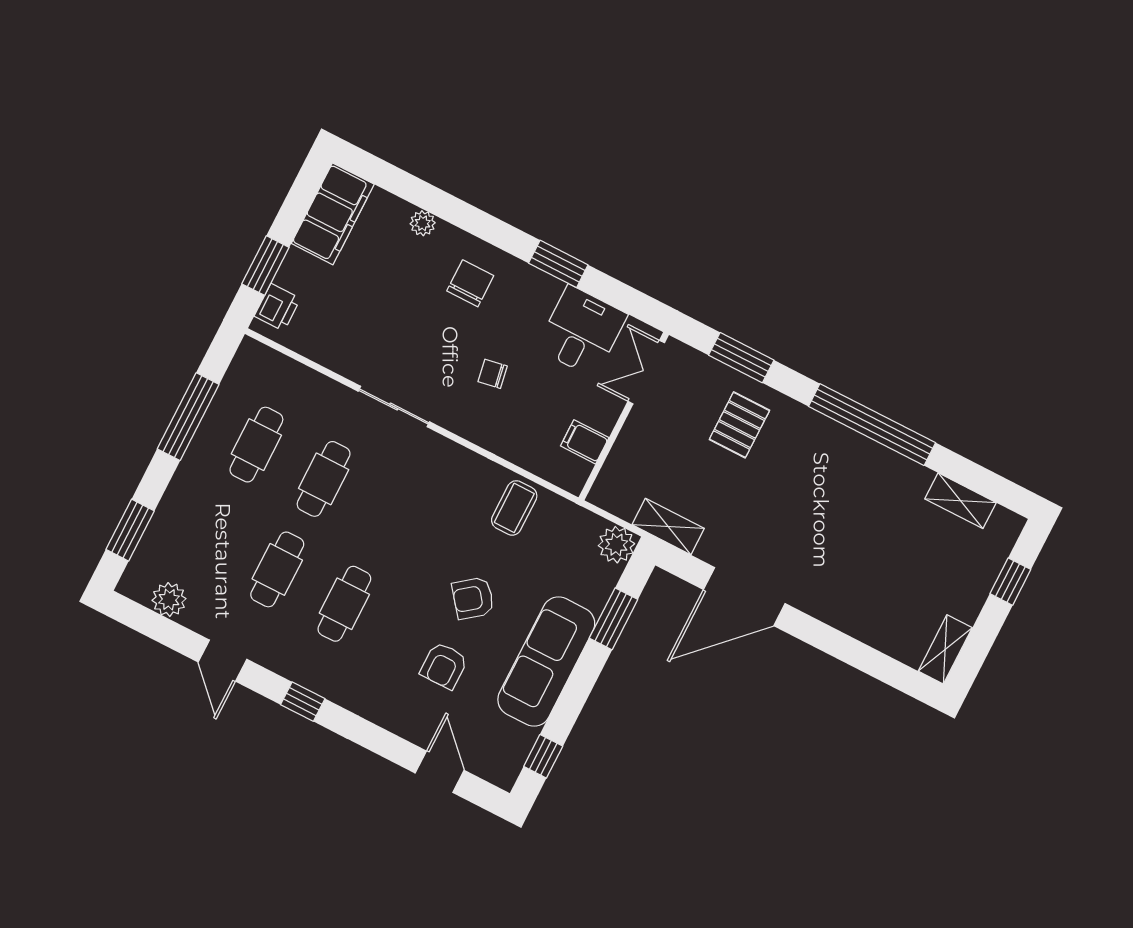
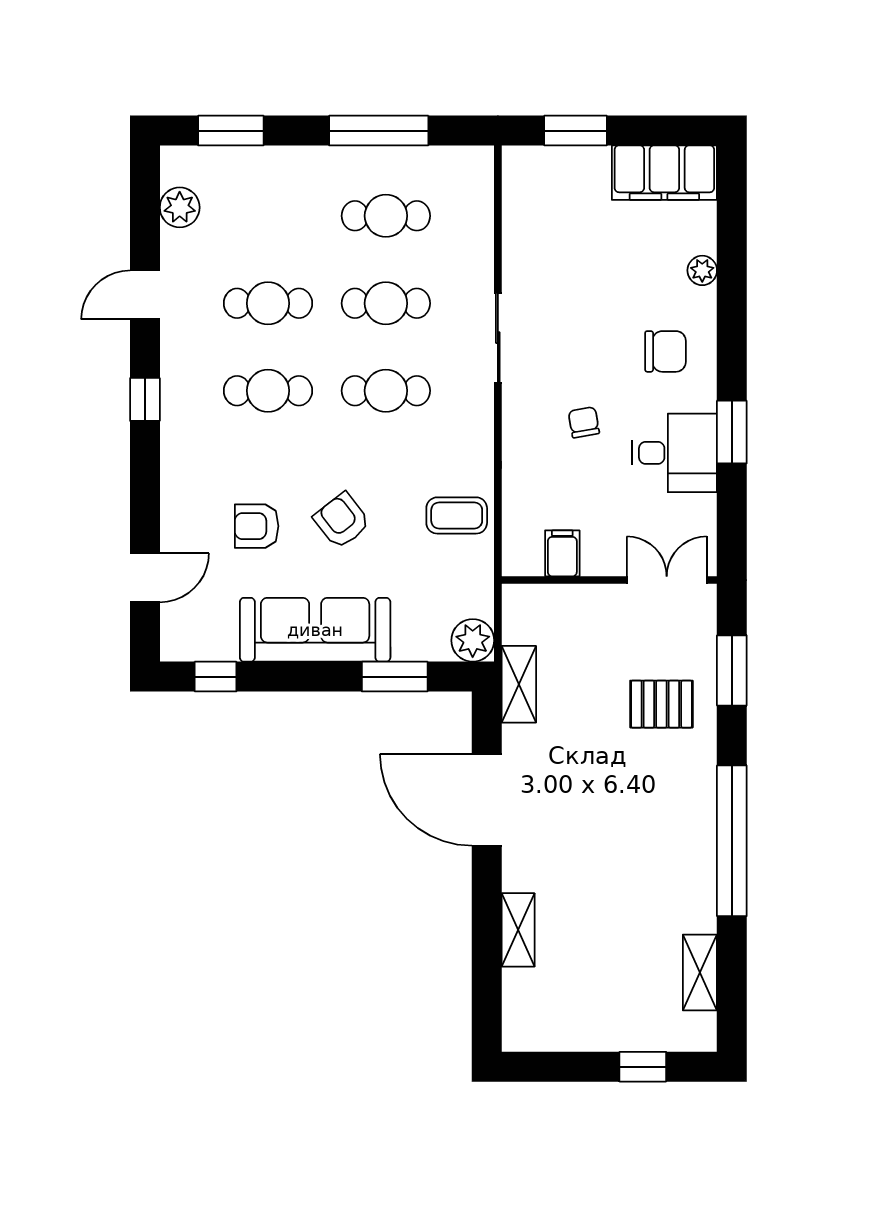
printer: (277, 307) -> (539, 165), removed
desk: (582, 331) -> (675, 453), moved
cafe table: (391, 513) -> (386, 391), added
shelving: (945, 649) -> (518, 930), moved, turned 90

